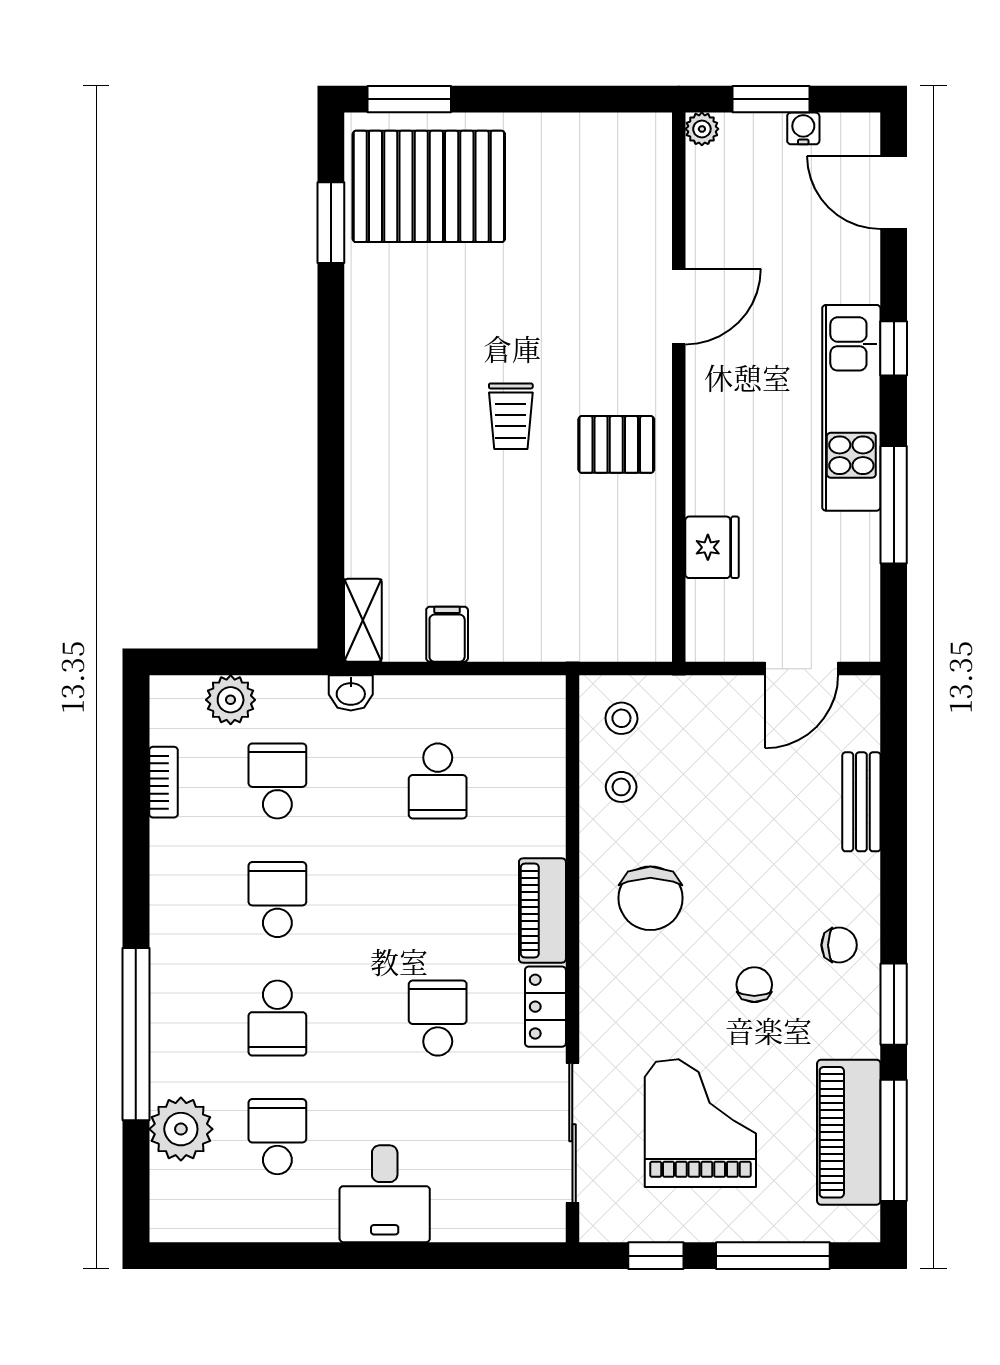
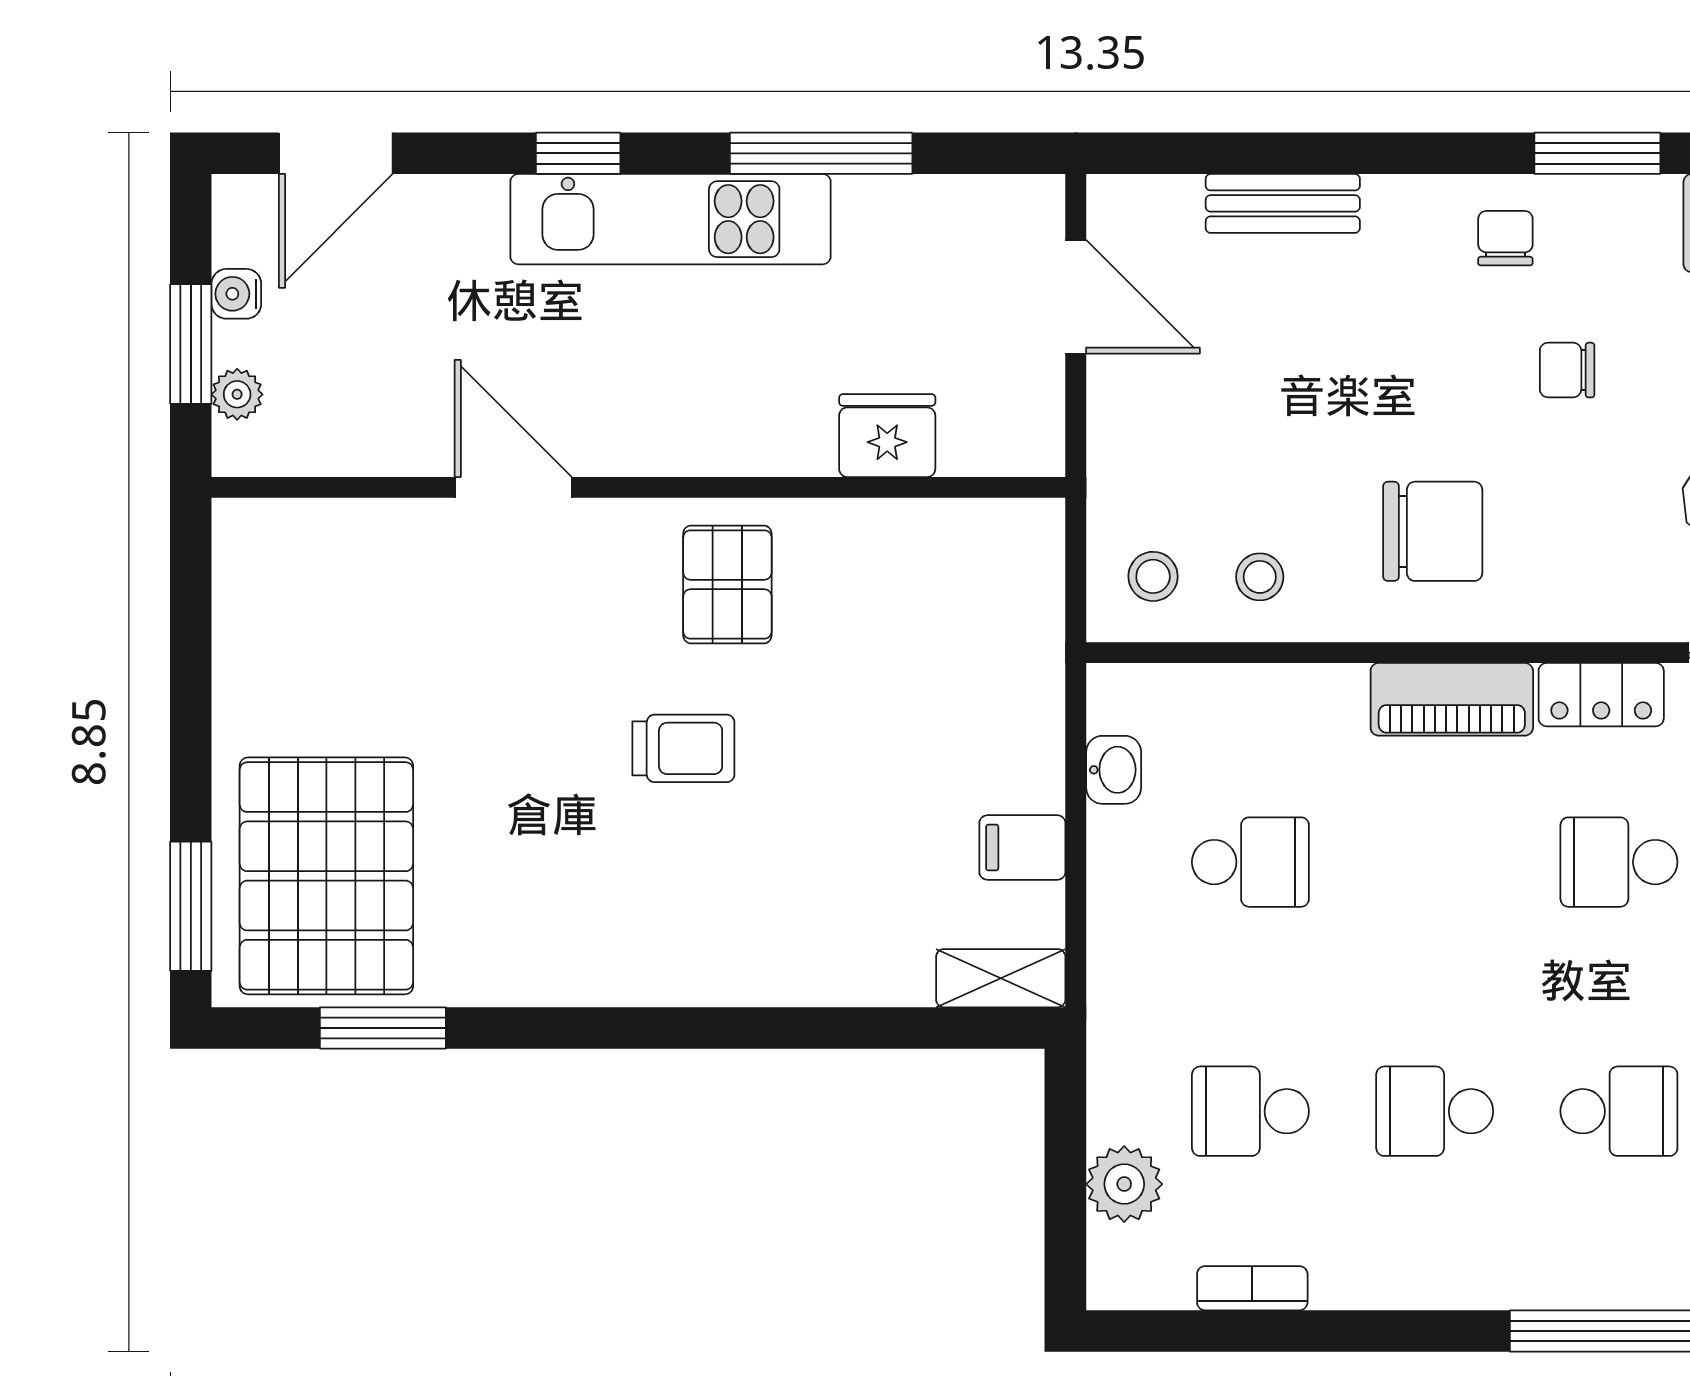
plant: (702, 129) -> (237, 394), moved
washbasin: (351, 693) -> (1114, 770), moved

